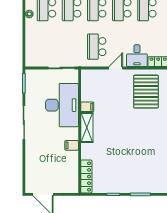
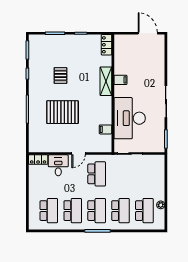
pallet: (146, 92) -> (63, 112), moved, turned 90
filing cabinet: (87, 107) -> (106, 129), moved
shelving: (87, 128) -> (106, 81), moved
pallet: (135, 150) -> (60, 75), added
locker: (86, 177) -> (106, 45), width x0.66

